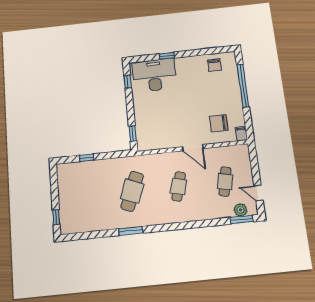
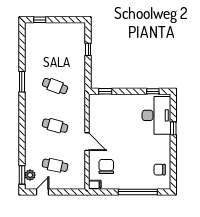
door: (193, 148) -> (87, 142), swing flipped
cafe table: (132, 191) -> (55, 86), width x0.73, depth x0.74

